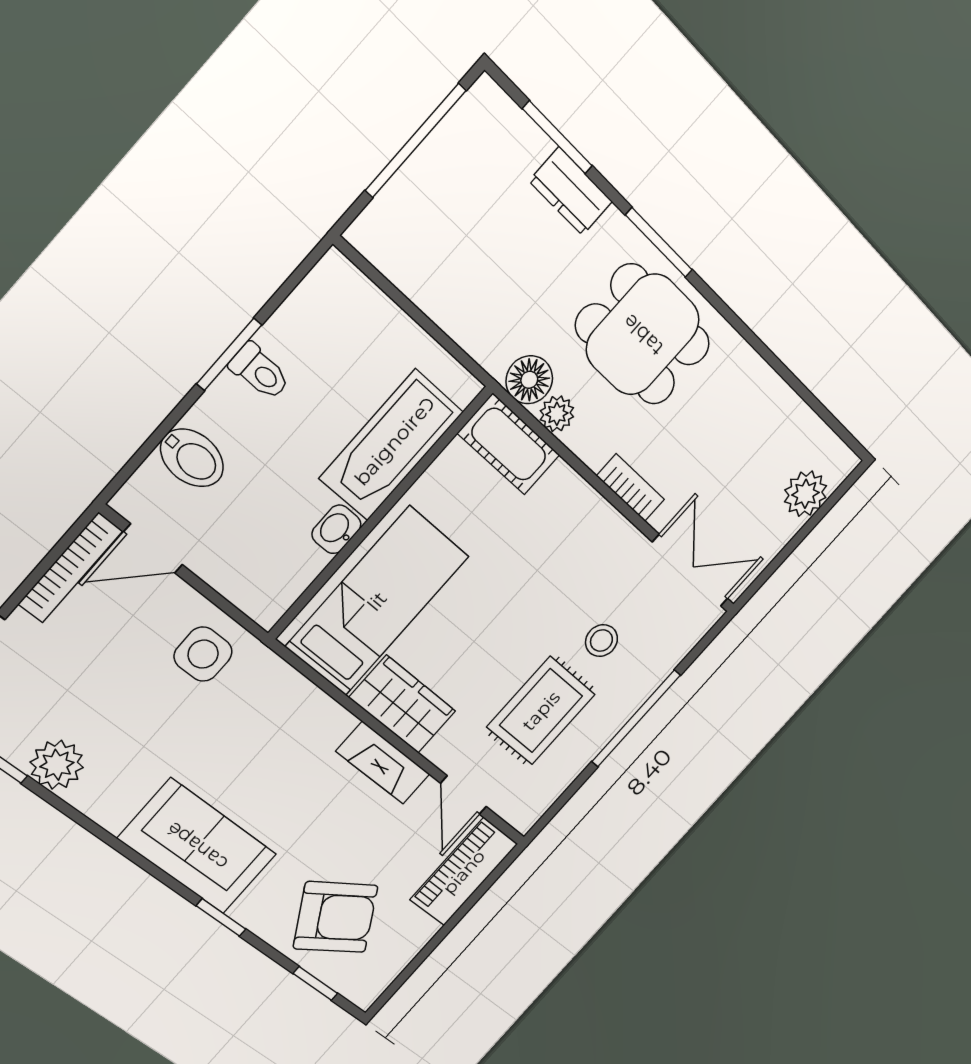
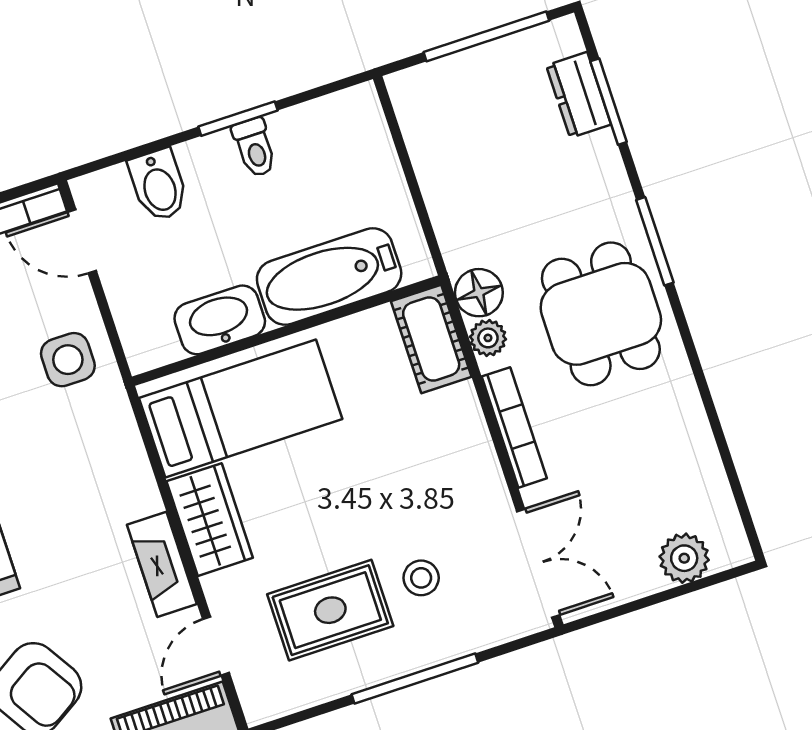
dresser: (571, 191) -> (579, 95), moved
bookcase: (631, 488) -> (514, 427), width x1.56
washbasin: (336, 529) -> (220, 320), width x1.91, depth x1.45

